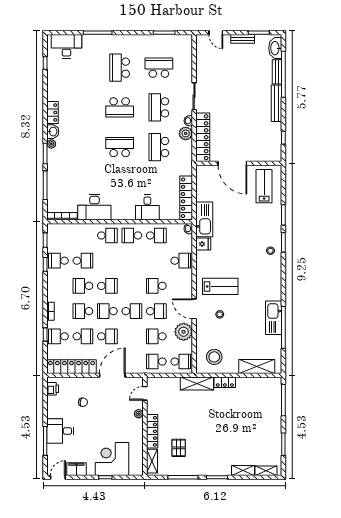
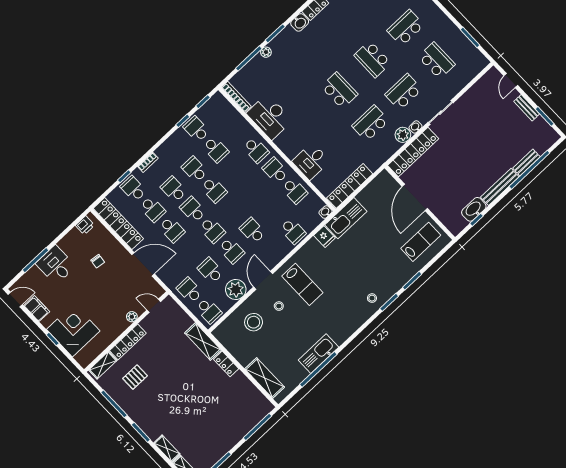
washbasin: (275, 48) -> (474, 209), moved
plant: (51, 144) -> (266, 52), moved
stool: (214, 357) -> (254, 322), moved

